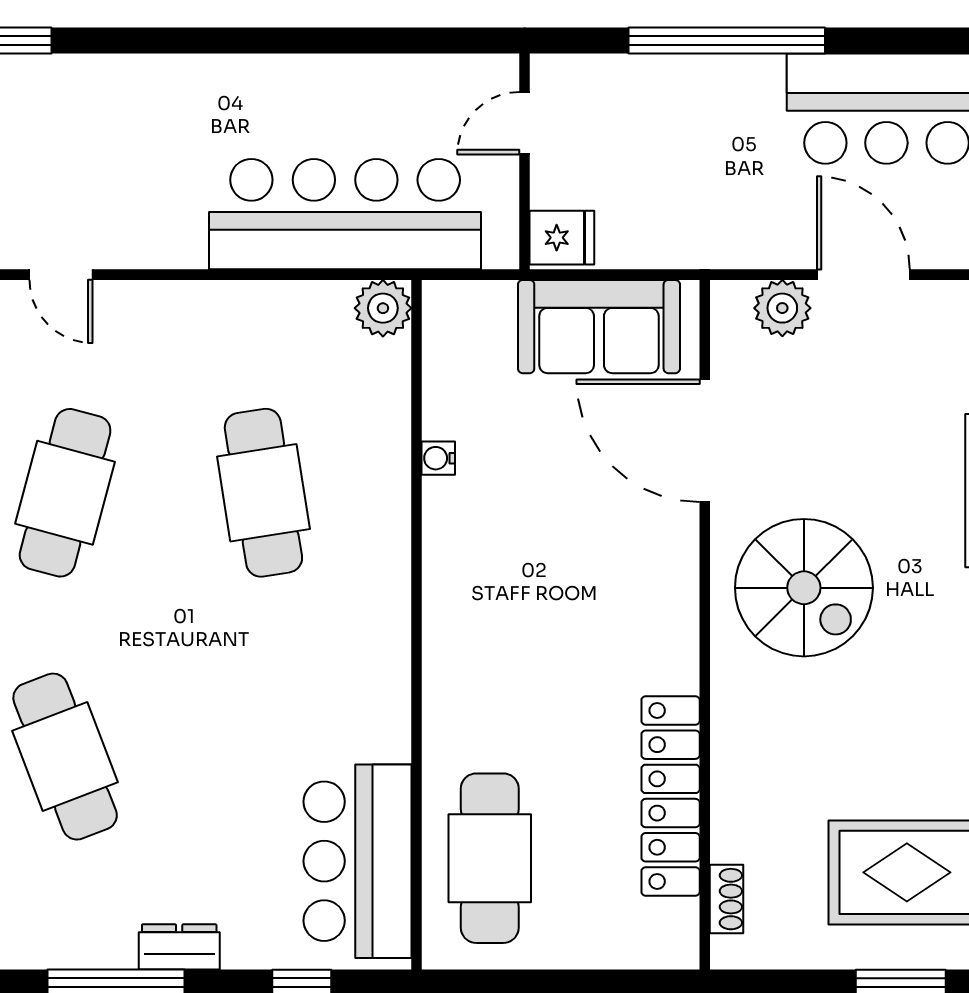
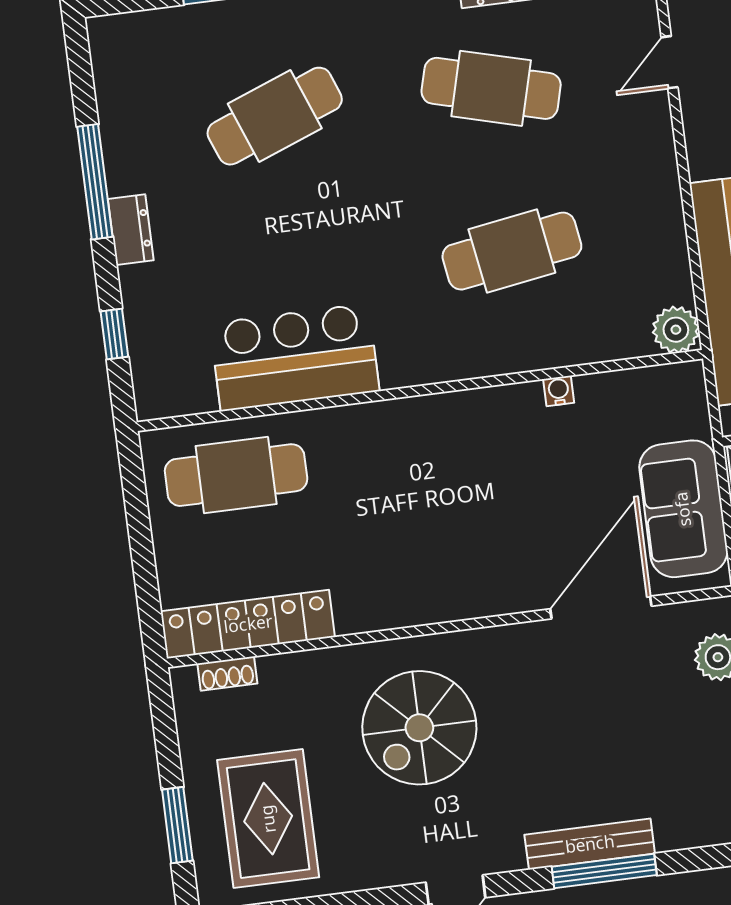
spiral stairs: (804, 588) -> (419, 728), moved
locker: (671, 796) -> (248, 624), moved
bar counter: (357, 861) -> (295, 357), moved

